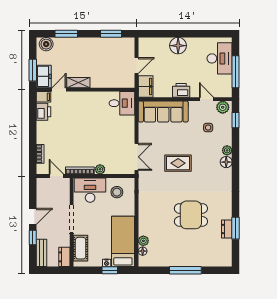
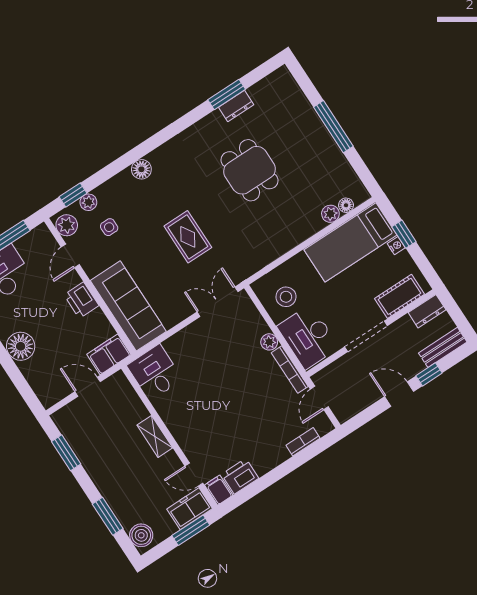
shelving: (78, 83) -> (155, 436), moved
plant: (227, 150) -> (88, 202), moved

